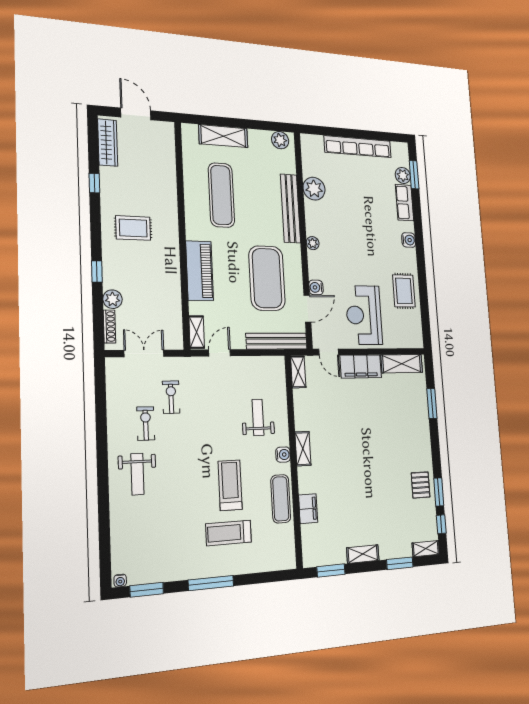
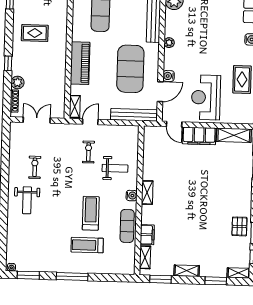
shelving: (298, 372) -> (145, 257), moved
exercise bike: (171, 397) -> (88, 152), moved
weight bench: (258, 417) -> (115, 168), turned 90

